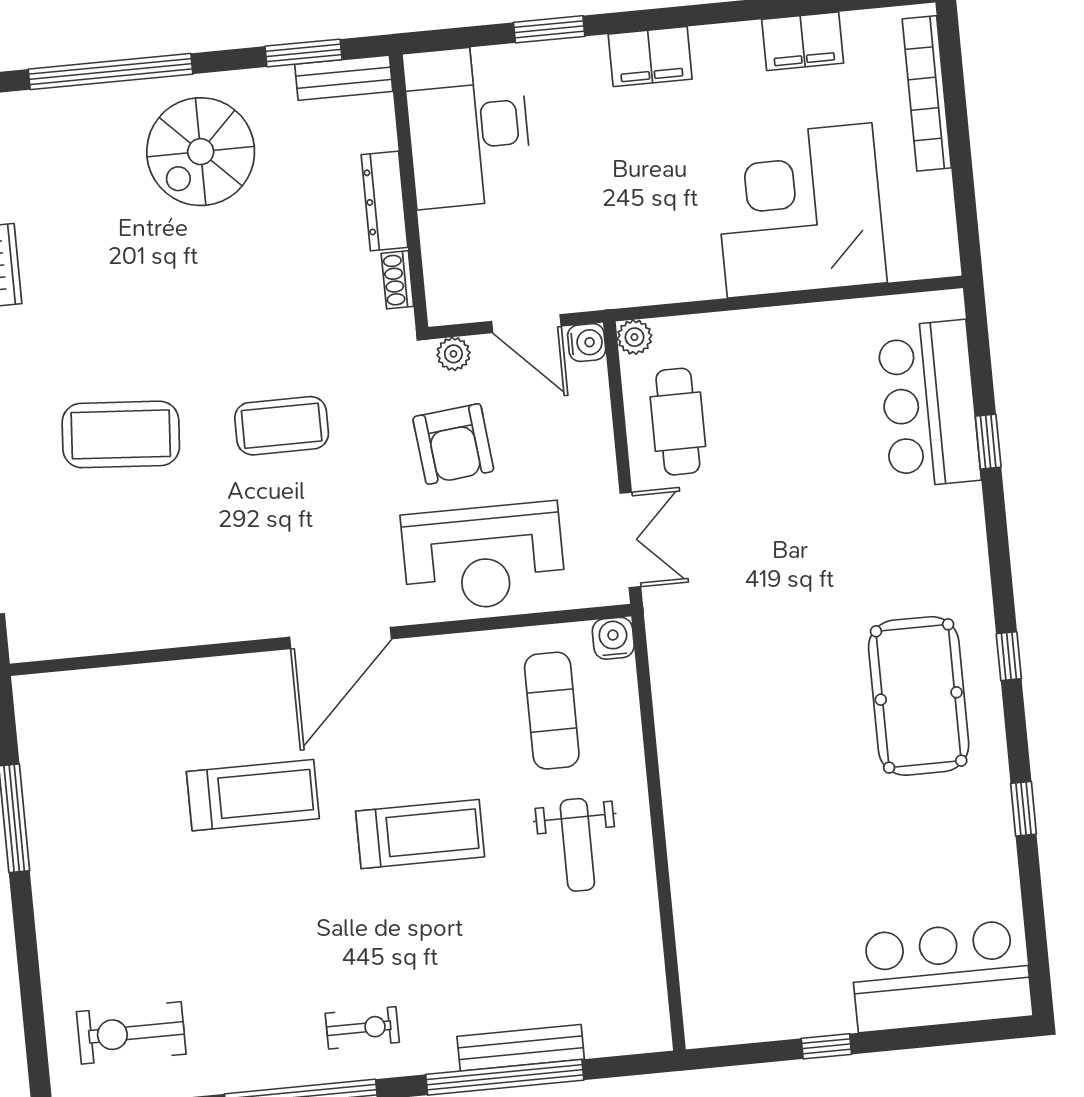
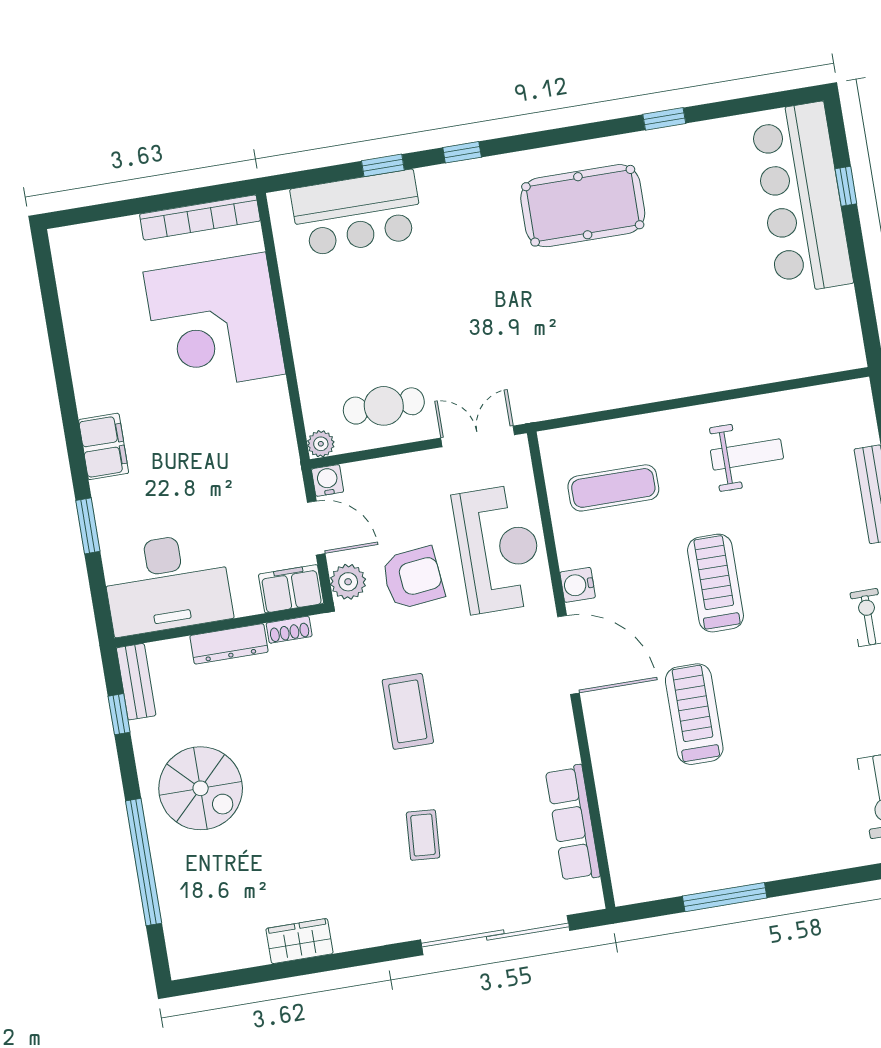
filing cabinet: (803, 41) -> (291, 589), moved, turned -90
window: (303, 53) -> (119, 714), width x0.67
bookcase: (927, 93) -> (200, 217), moved
door: (526, 324) -> (316, 528), hinge flipped
plant: (453, 354) -> (348, 582), width x1.38, depth x1.38
coffee table: (121, 434) -> (423, 835), width x0.54, depth x0.58
row of seats: (123, 629) -> (573, 823), added
water cooler: (613, 638) -> (578, 585), moved
window: (1009, 656) -> (462, 152), moved
weight bench: (577, 845) -> (747, 454), moved
bar counter: (941, 976) -> (802, 198), width x1.36
window: (826, 1046) -> (846, 186), moved

